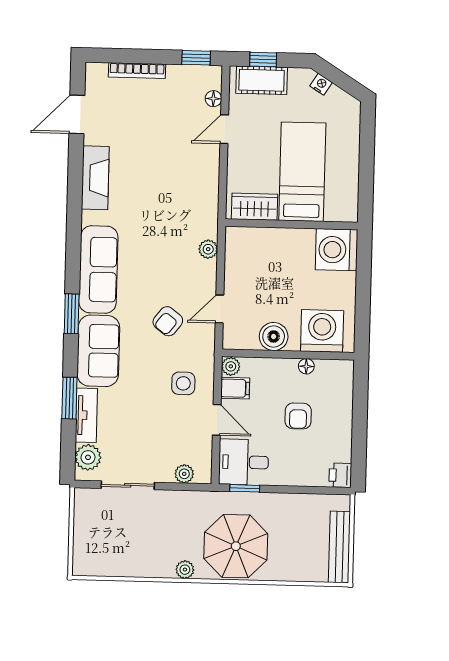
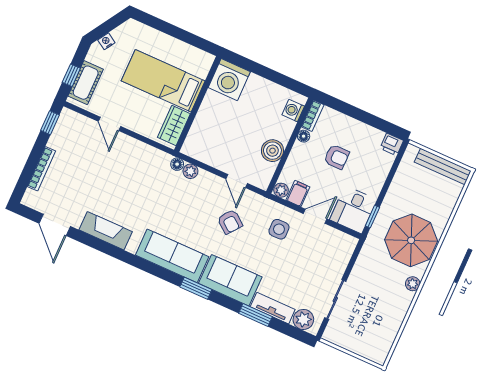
floor lamp: (213, 99) -> (177, 164), moved
washing machine: (322, 331) -> (293, 110), width x0.53, depth x0.53
bookcase: (335, 367) -> (313, 116), added
plant: (184, 474) -> (344, 256), removed

